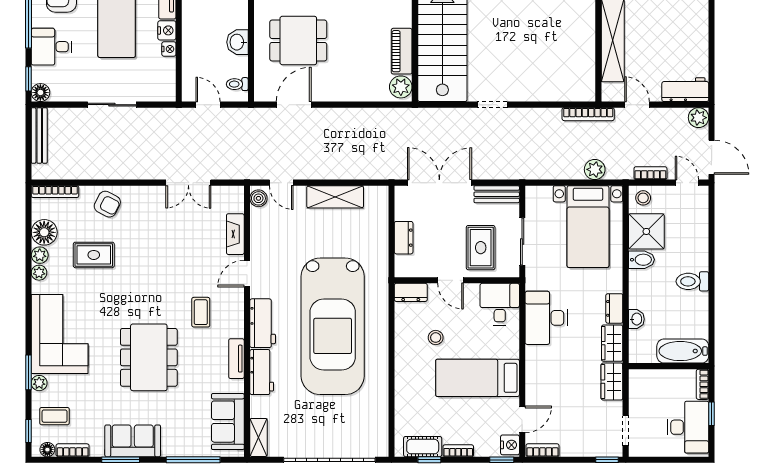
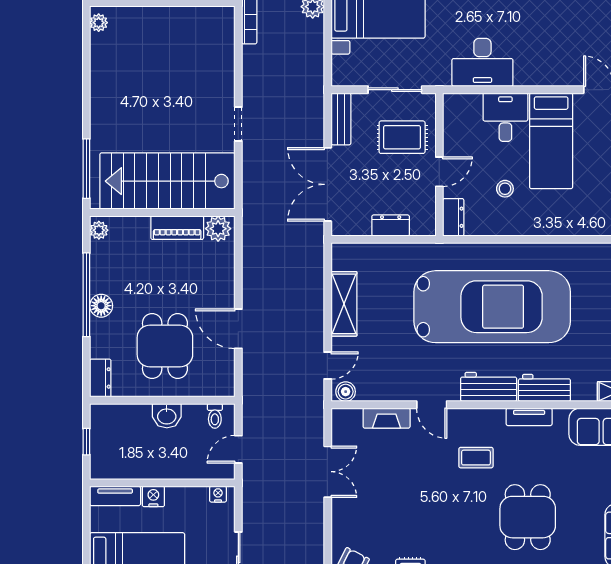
nightstand: (169, 49) -> (218, 494), moved
door: (294, 105) -> (238, 329), moved
desk: (500, 304) -> (505, 117), moved, turned 90
dining table: (149, 357) -> (528, 517), width x0.73

